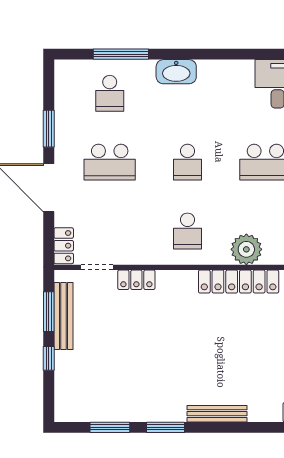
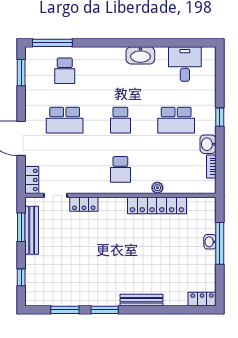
window: (121, 54) -> (52, 43), moved
washbasin: (176, 72) -> (140, 55), moved
window: (49, 129) -> (21, 73), moved
plant: (246, 249) -> (157, 188), width x0.53, depth x0.53
window: (49, 358) -> (21, 277), moved

